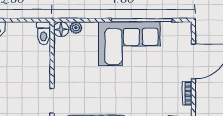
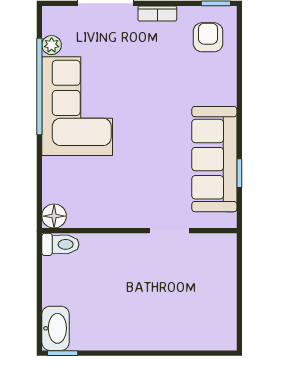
plant: (76, 28) -> (52, 45), moved

